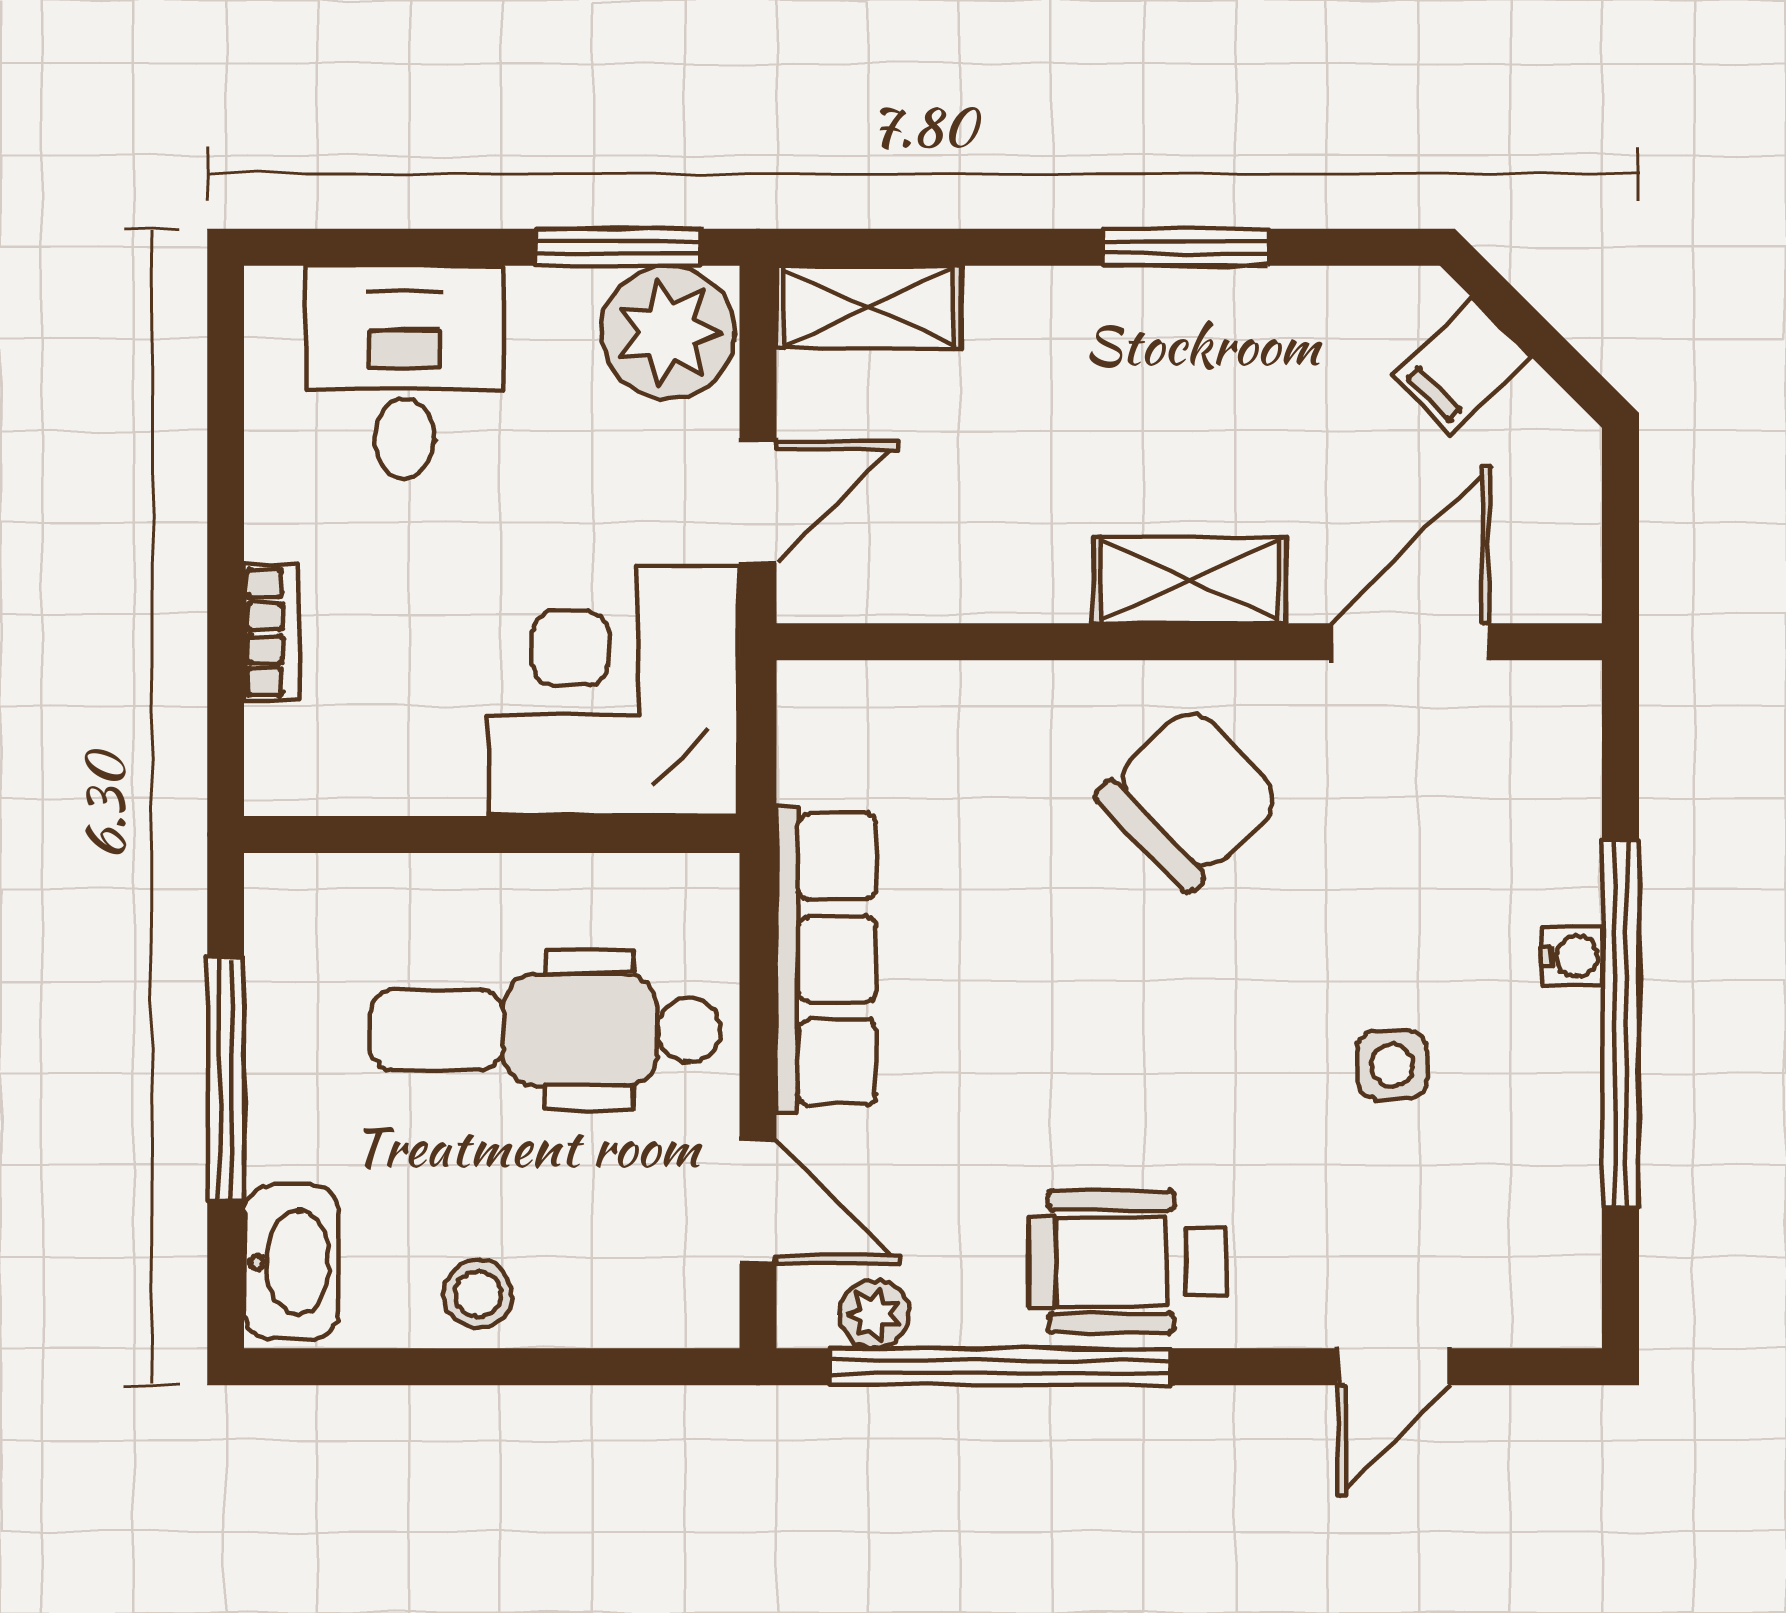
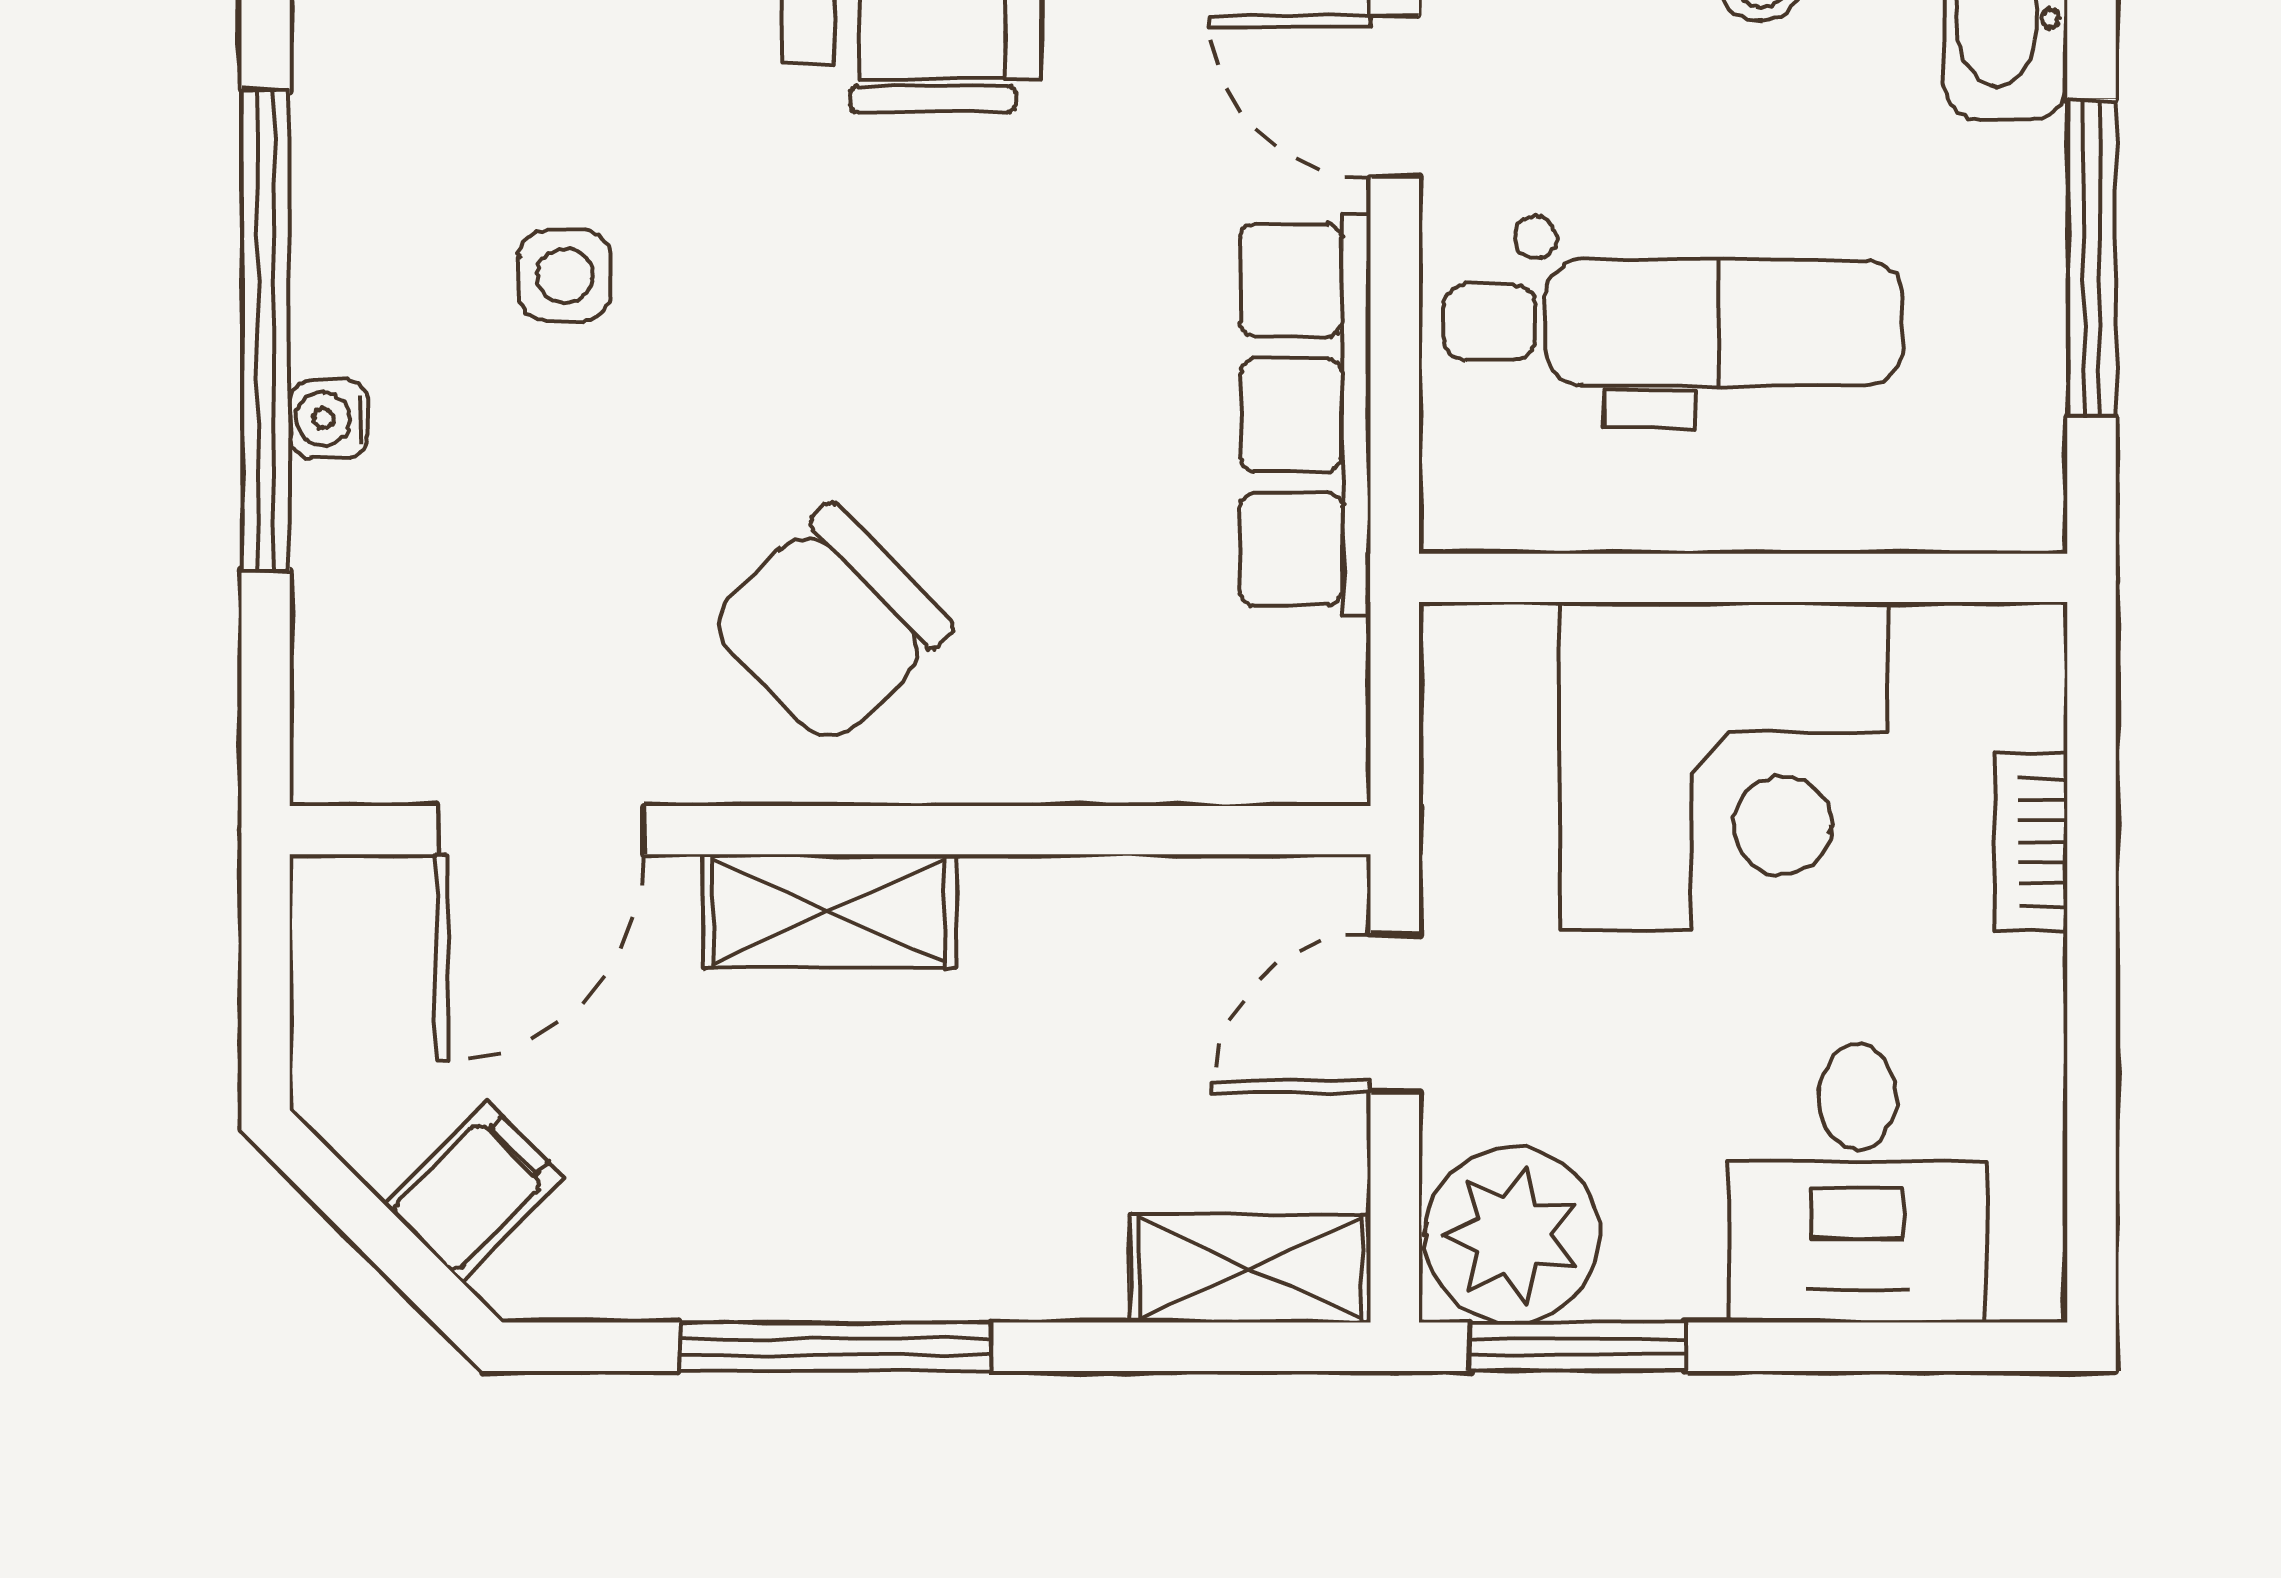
window: (1186, 247) -> (835, 1347), width x1.44
corner desk: (613, 691) -> (1723, 766), moved

